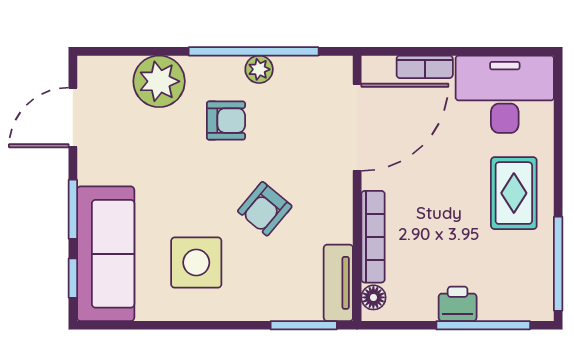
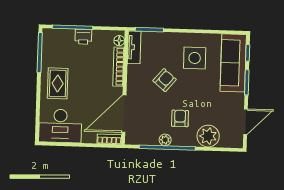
bookcase: (425, 67) -> (109, 139), moved
armchair: (226, 121) -> (180, 118), turned 90

